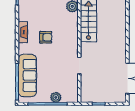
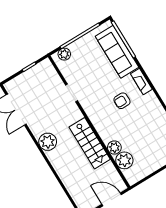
fireplace: (23, 32) -> (141, 82), moved
plant: (119, 40) -> (48, 142), added
plant: (56, 97) -> (64, 54), moved

